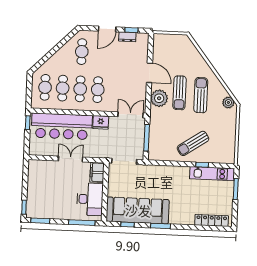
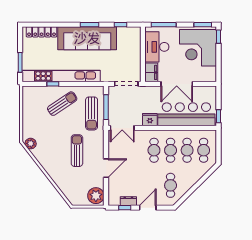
door: (149, 73) -> (106, 168), swing flipped
sun lounger: (201, 95) -> (92, 113), moved
plant: (159, 98) -> (96, 196), moved
double door: (71, 159) -> (177, 84), width x1.37
kitchen unit: (212, 174) -> (61, 76), width x1.86
corner desk: (46, 196) -> (198, 48), added
sofa: (138, 210) -> (87, 38), moved

